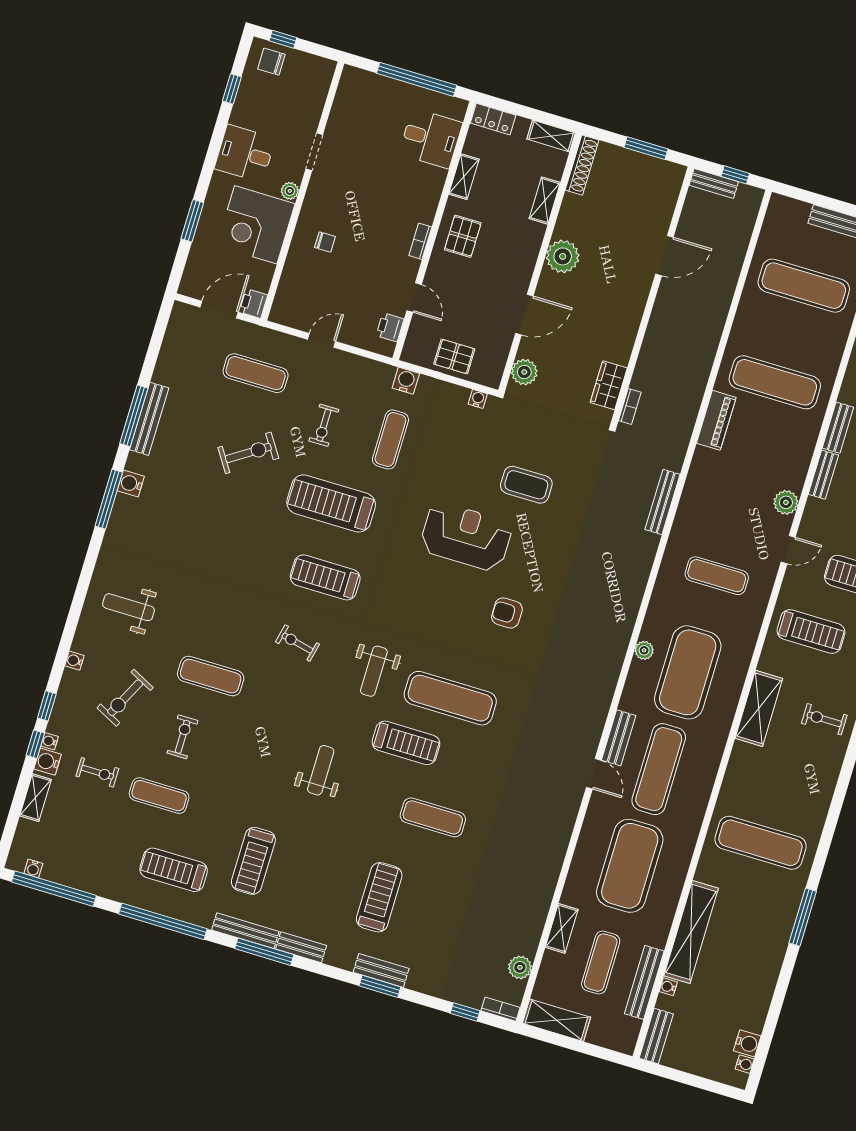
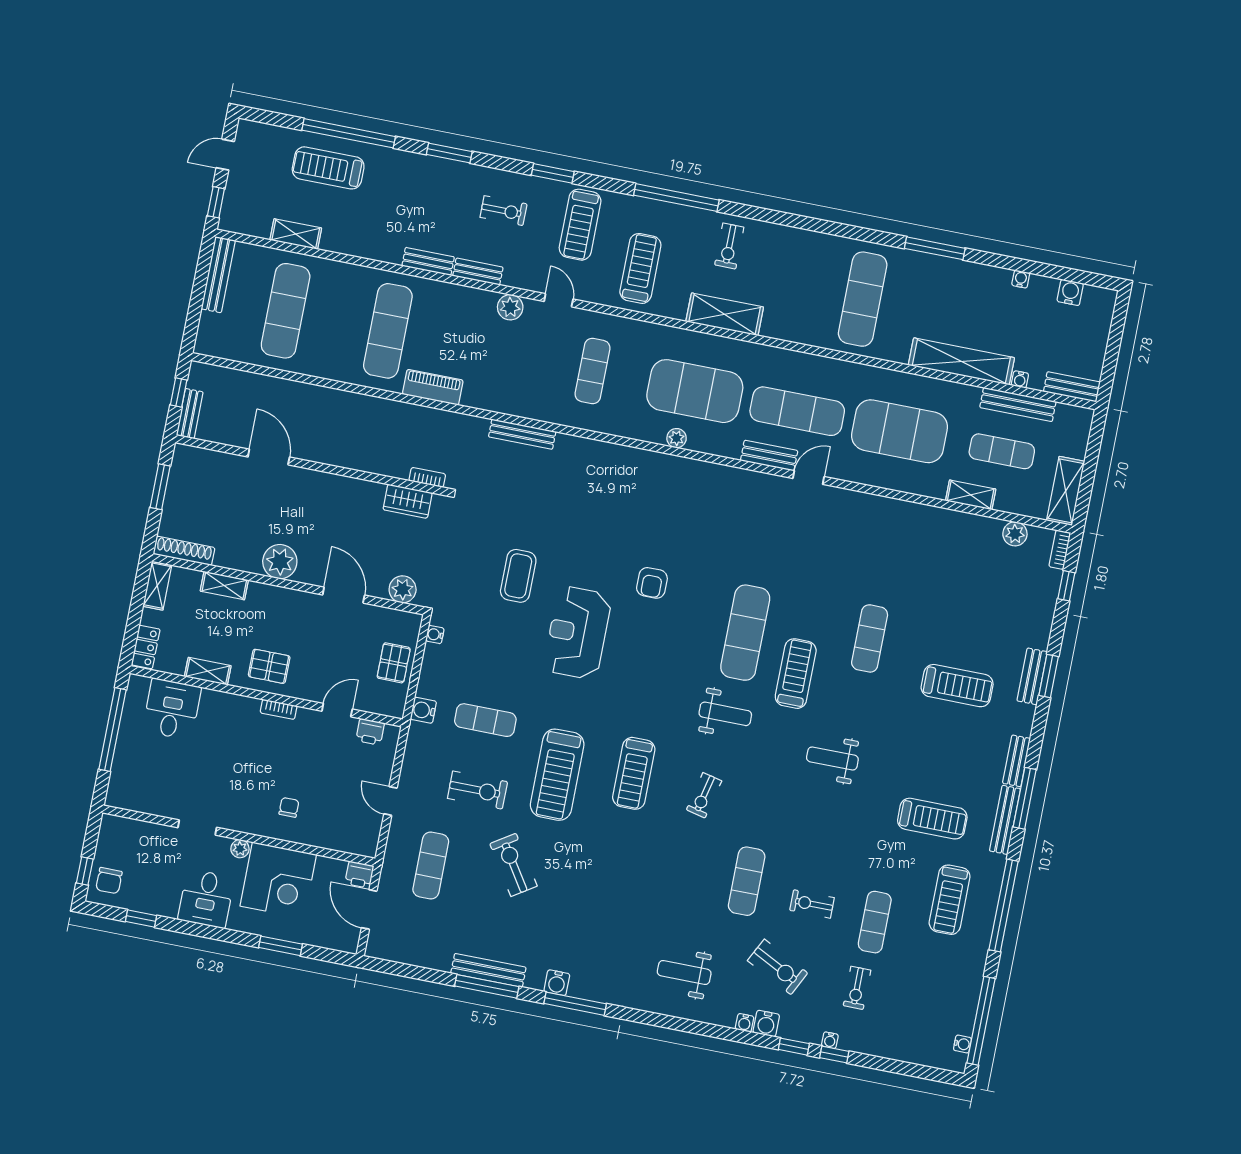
exercise bike: (324, 425) -> (477, 790), width x1.38, depth x1.39
weight bench: (128, 607) -> (684, 973), turned 90
water cooler: (48, 762) -> (766, 1024), moved
exercise bike: (97, 772) -> (857, 988), turned 180
shelving: (36, 798) -> (889, 1049), removed
treadmill: (379, 897) -> (957, 686), turned 180
water cooler: (745, 1064) -> (1021, 279), moved

